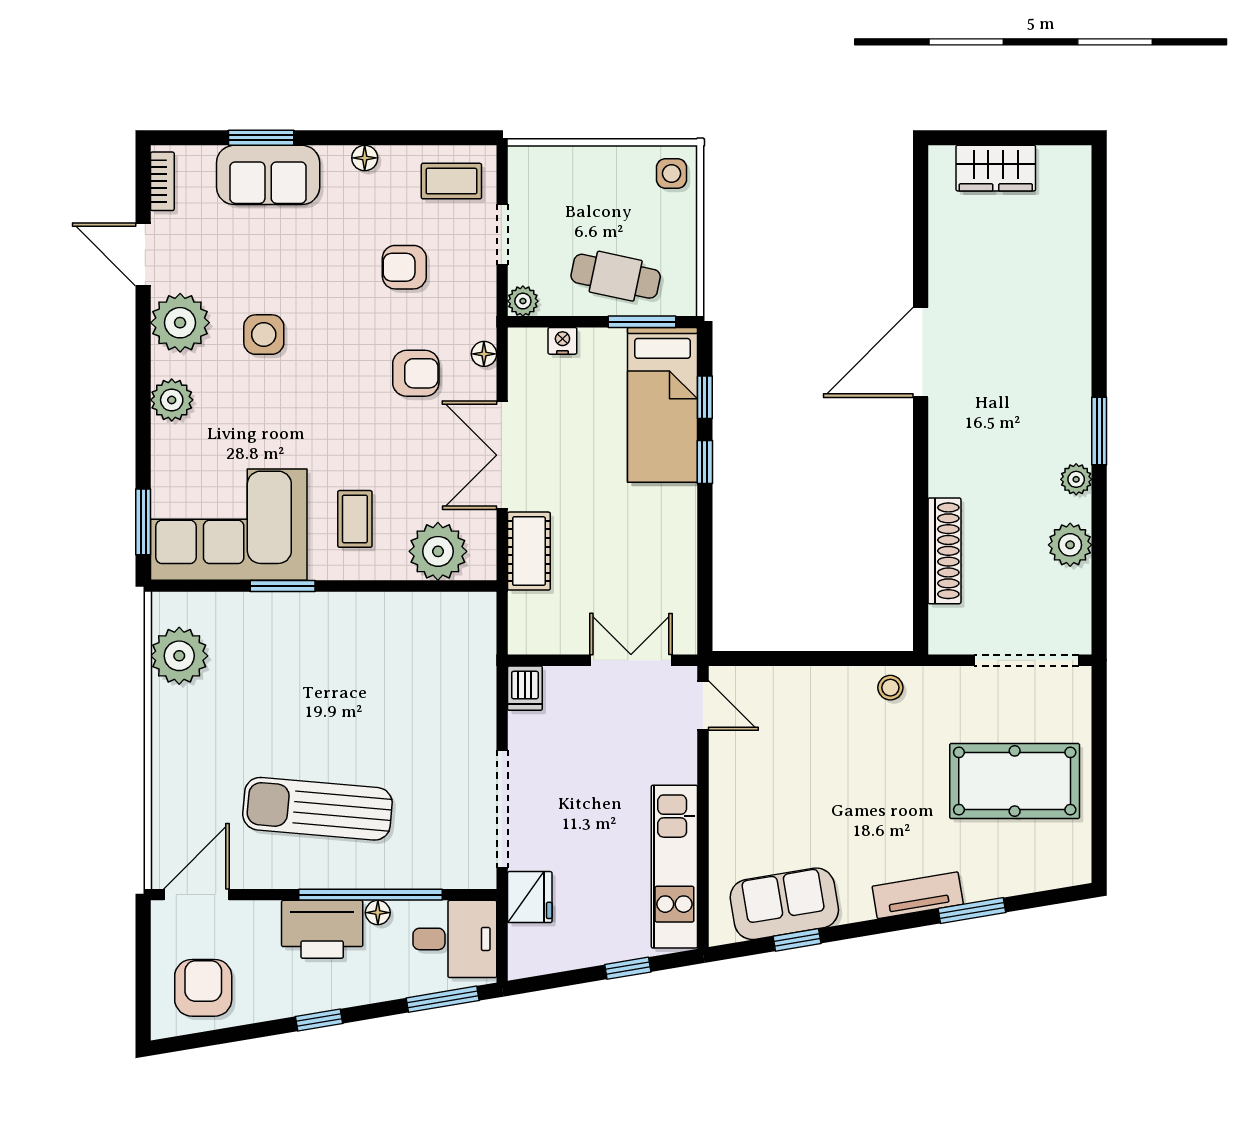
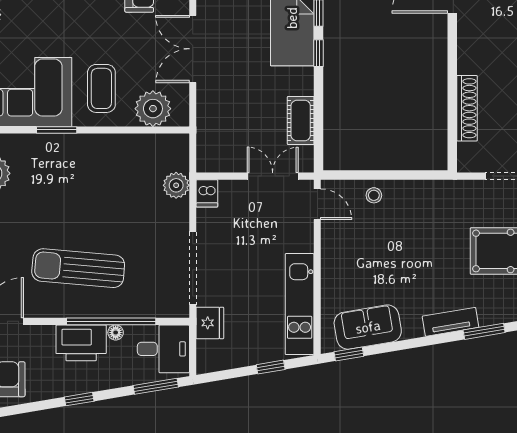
coffee table: (355, 519) -> (101, 88), width x1.36, depth x1.30
cot: (529, 551) -> (301, 120), moved
plant: (475, 675) -> (176, 185), added
stool: (890, 688) -> (374, 195), moved
window: (797, 940) -> (349, 354), moved

